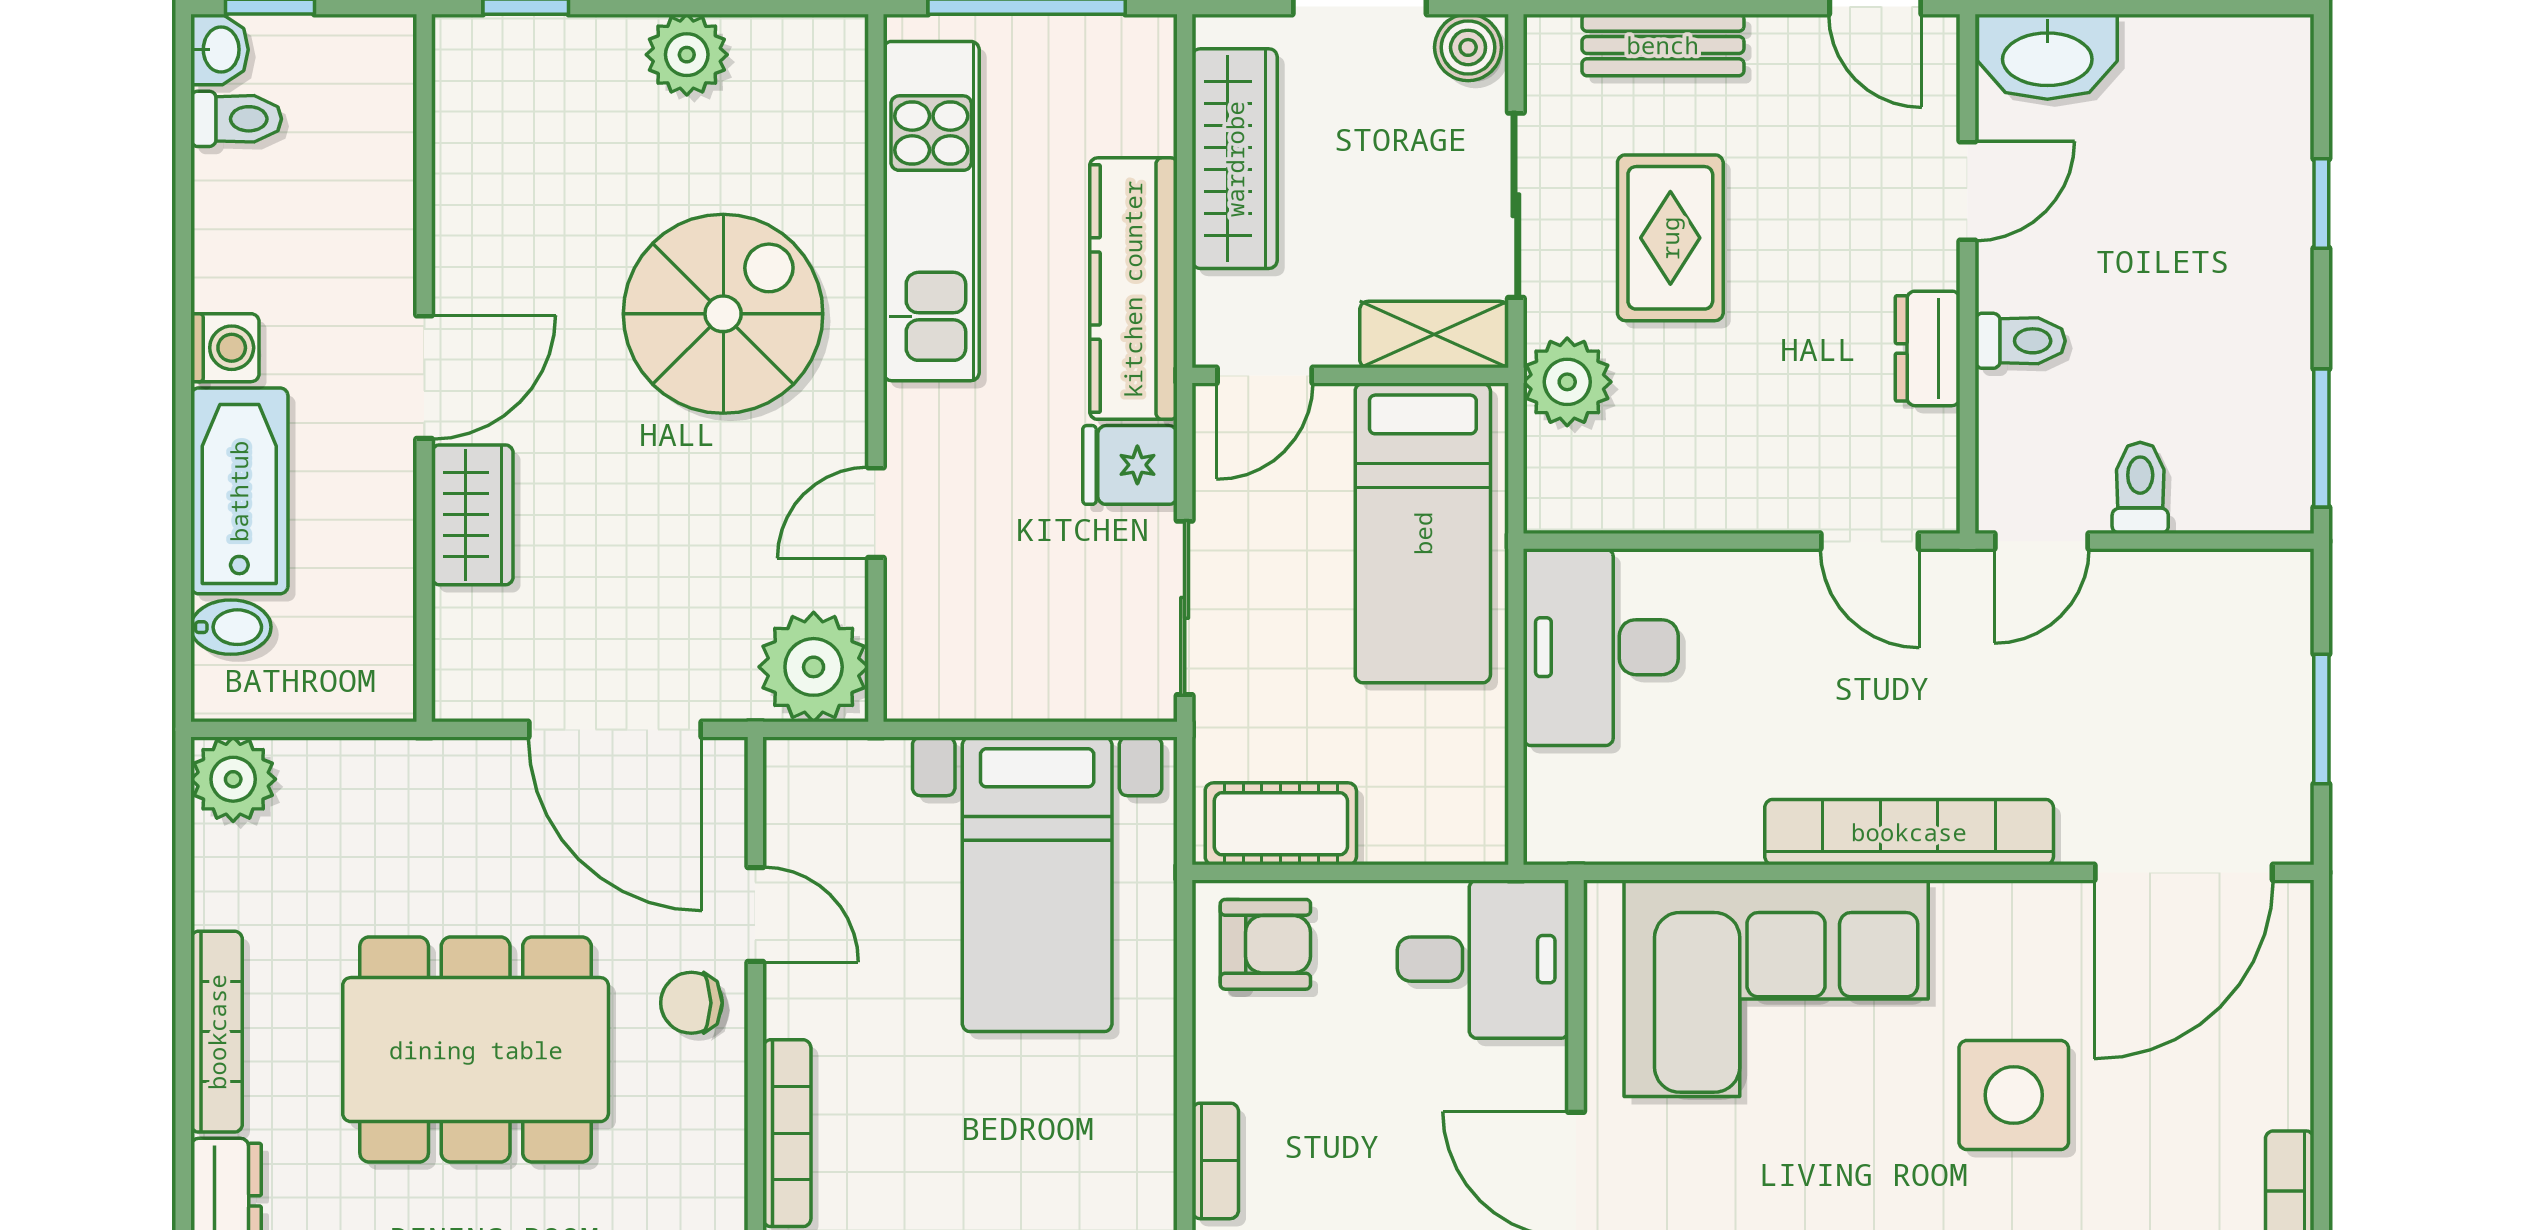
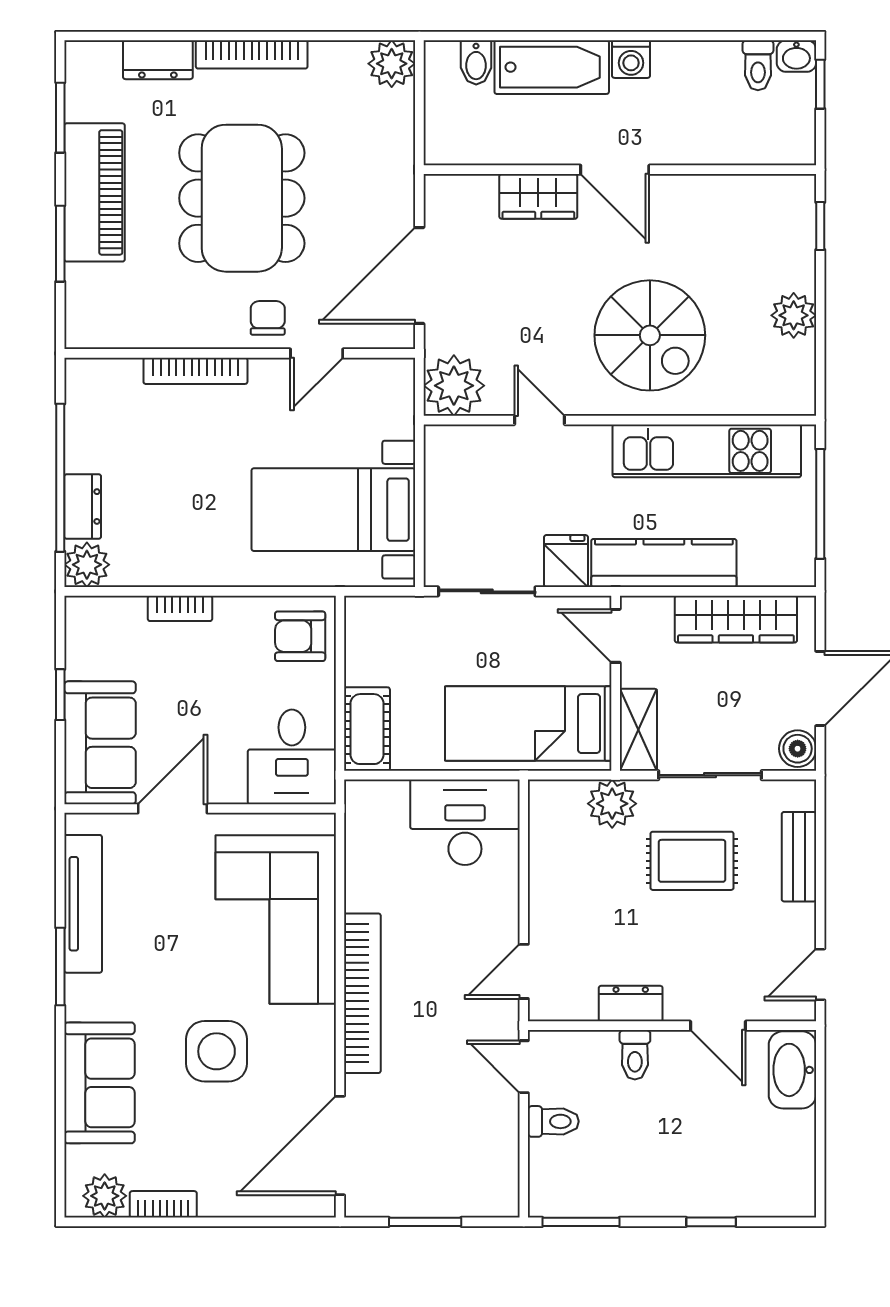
cot: (1281, 824) -> (367, 729), moved
door: (2184, 872) -> (340, 1146), hinge flipped
armchair: (1265, 944) -> (300, 636), turned 90

